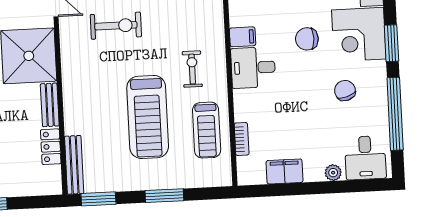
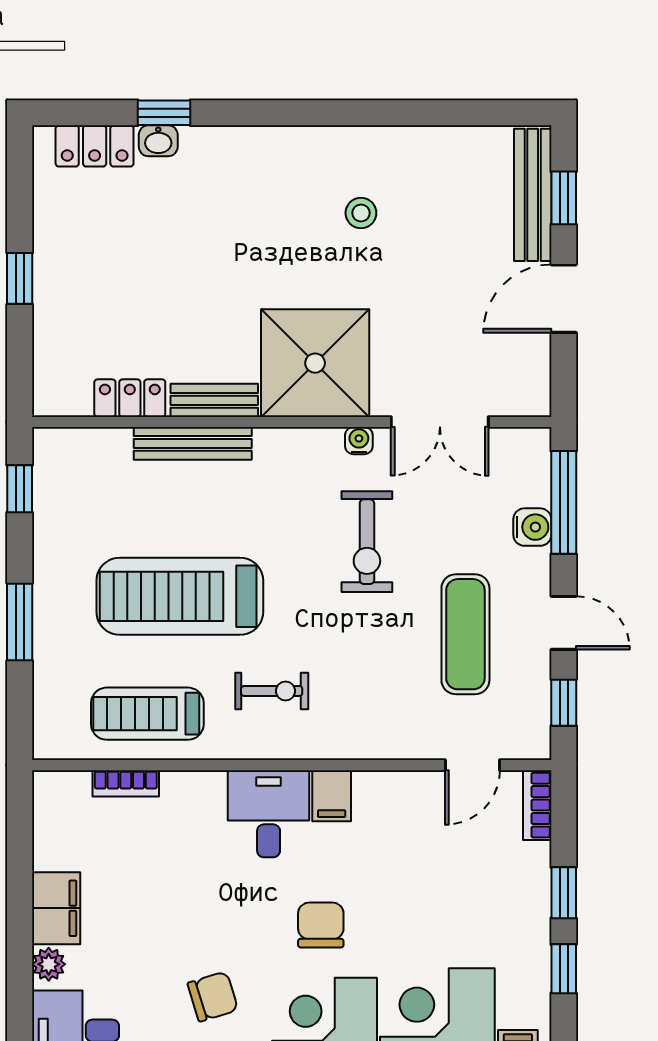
water cooler: (66, 32) -> (359, 441), added
bench: (74, 165) -> (193, 443), moved
filing cabinet: (285, 171) -> (56, 908), moved
window: (98, 199) -> (20, 489), width x0.67

